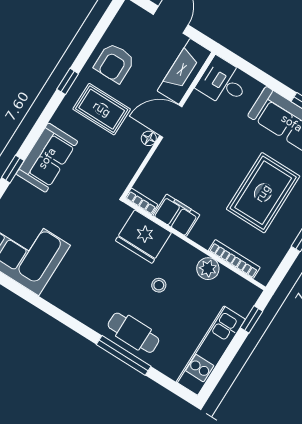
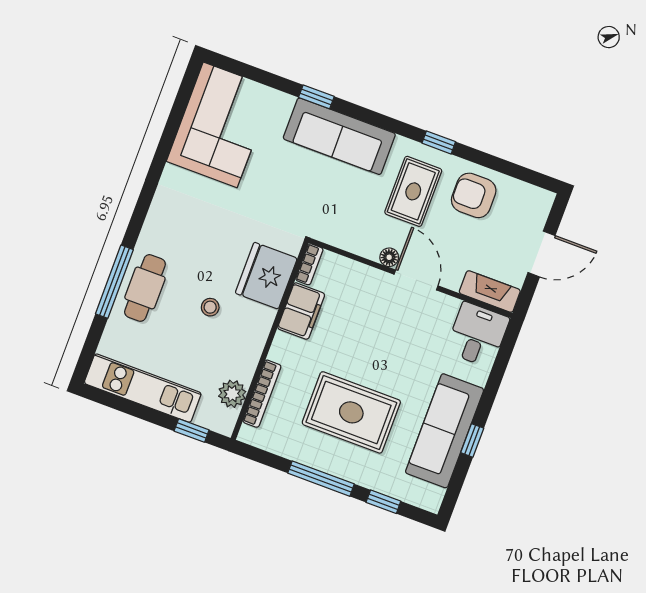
fireplace: (184, 71) -> (490, 291), width x0.73, depth x0.76
sofa: (47, 158) -> (339, 136), width x1.36
plant: (208, 269) -> (232, 394), moved

